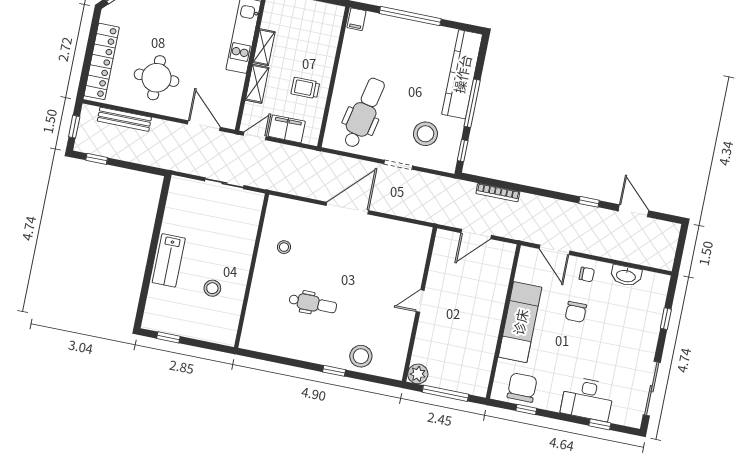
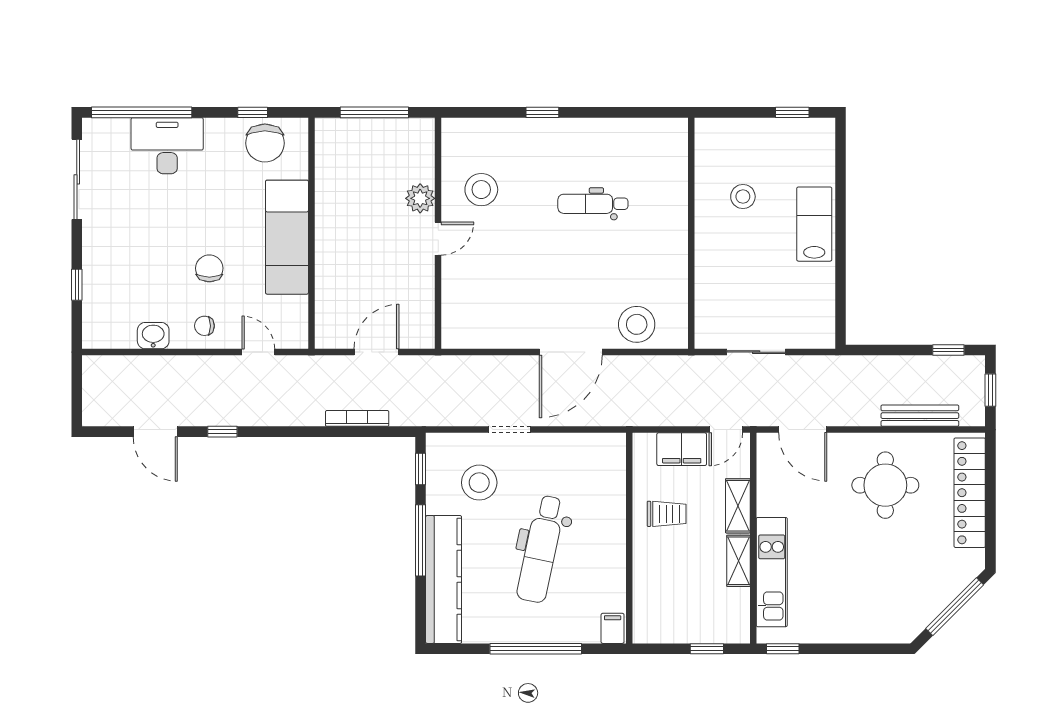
dental chair: (364, 113) -> (541, 549), moved
stool: (284, 247) -> (637, 324), moved, width x1.89, depth x1.89
door: (554, 250) -> (258, 352), width x0.73
washbasin: (626, 276) -> (153, 336), width x0.72
stool: (361, 356) -> (481, 190), moved
plant: (418, 374) -> (420, 198), moved
window: (600, 424) -> (142, 112), width x3.17

